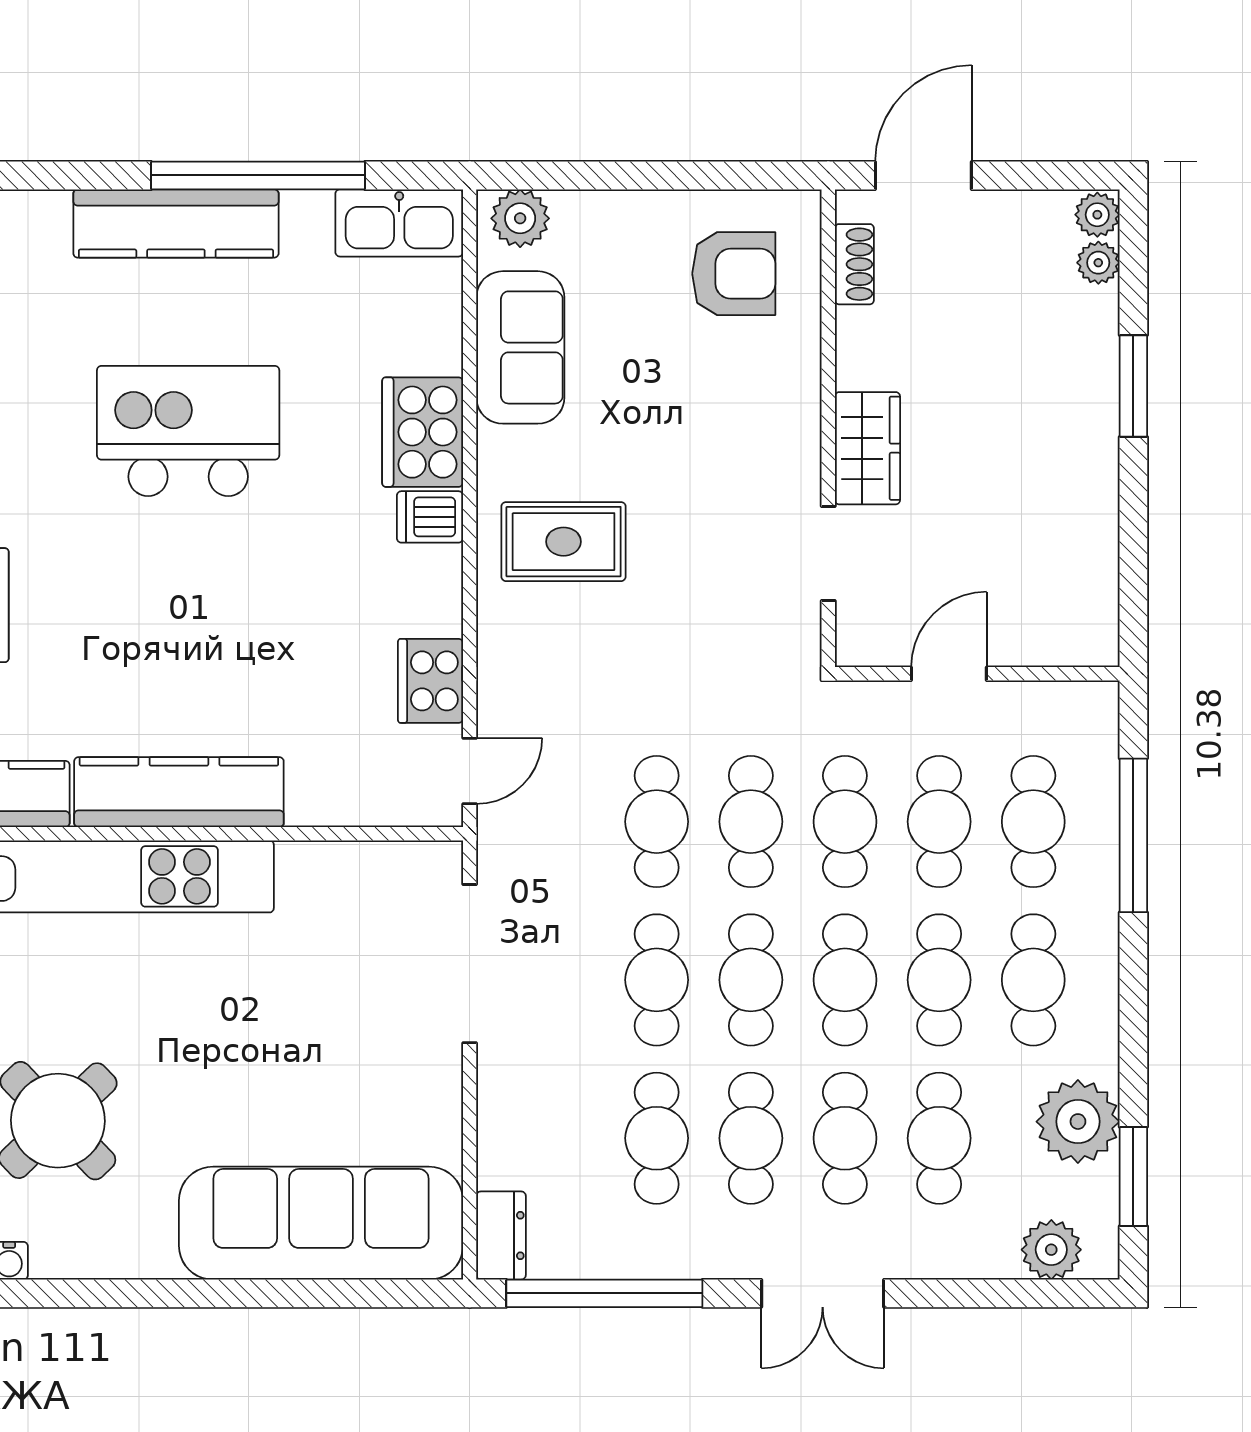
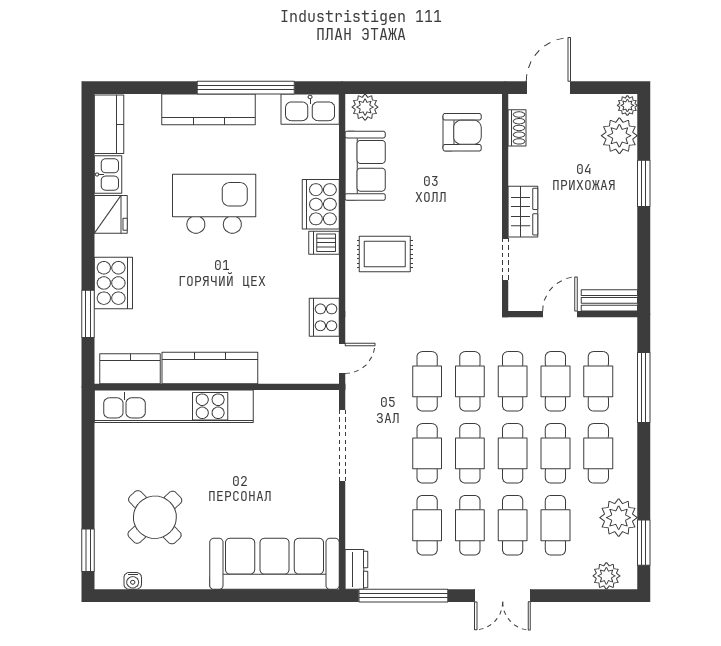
plant: (1098, 263) -> (619, 136), width x1.88, depth x1.88
bench: (1058, 643) -> (609, 300), added

